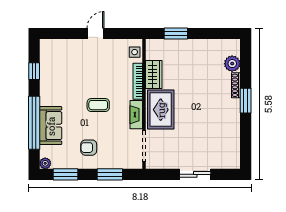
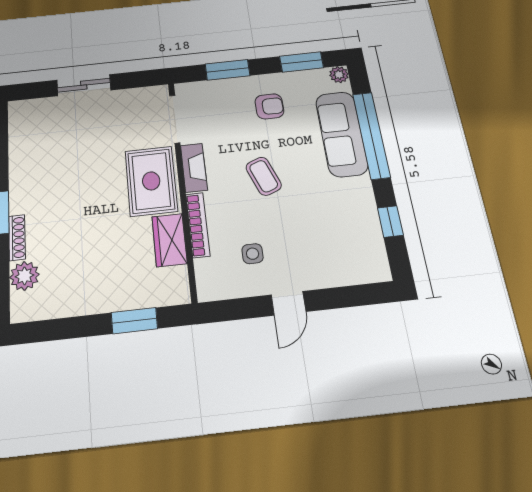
side table: (135, 52) -> (253, 254), moved
coffee table: (98, 105) -> (264, 176), turned 69
sofa: (51, 126) -> (342, 134), width x1.36

